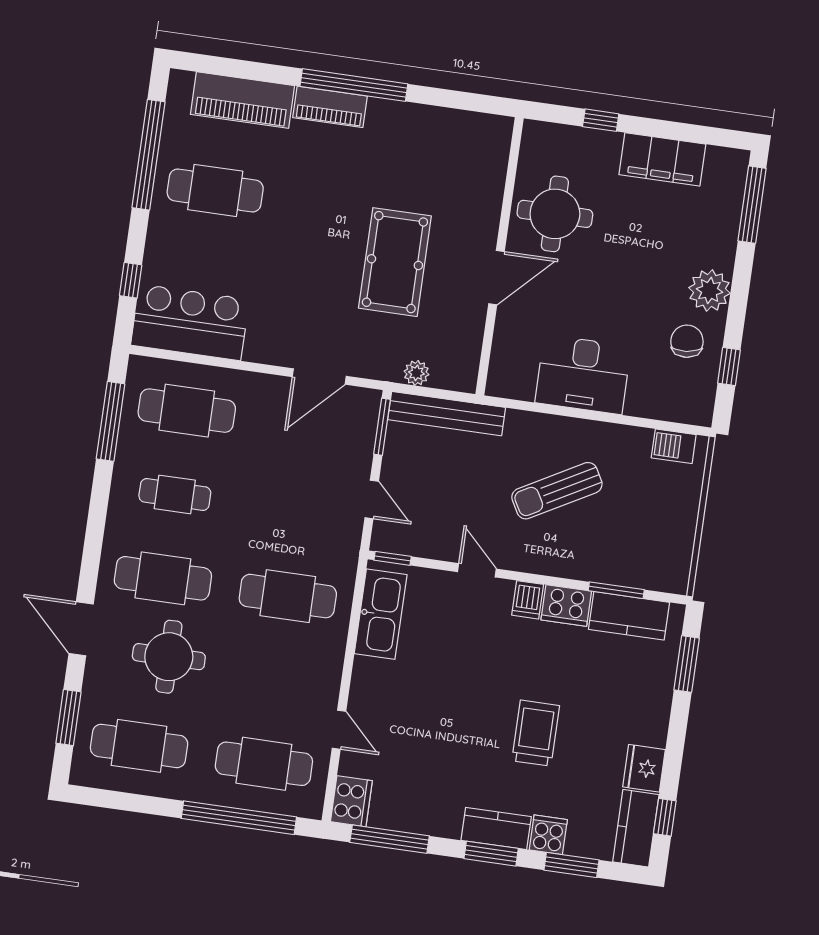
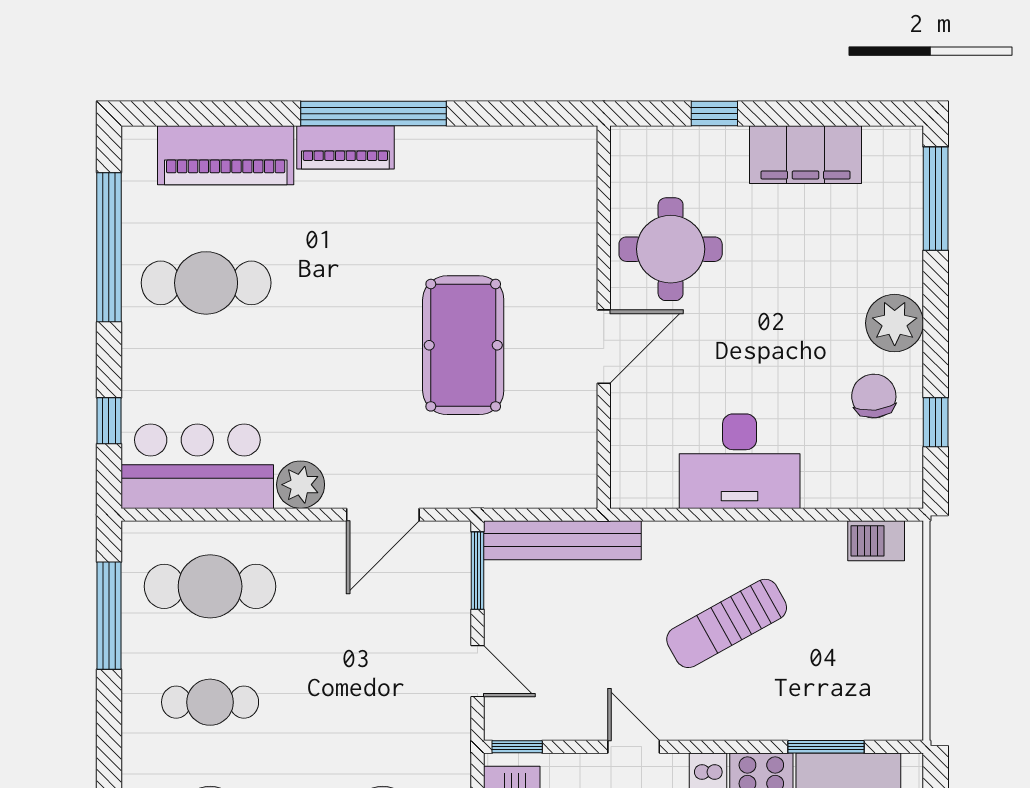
plant: (416, 373) -> (301, 485), moved, width x1.38, depth x1.38

